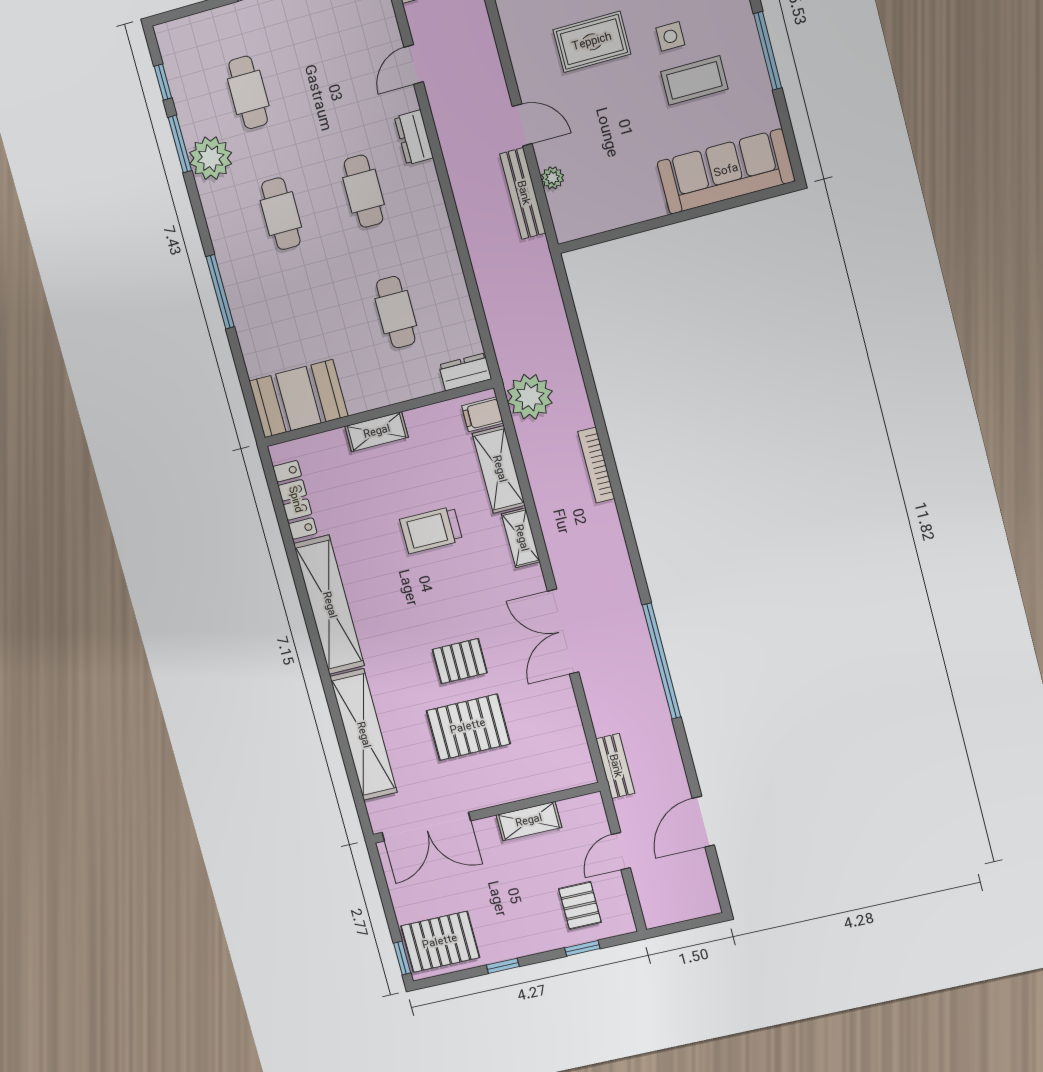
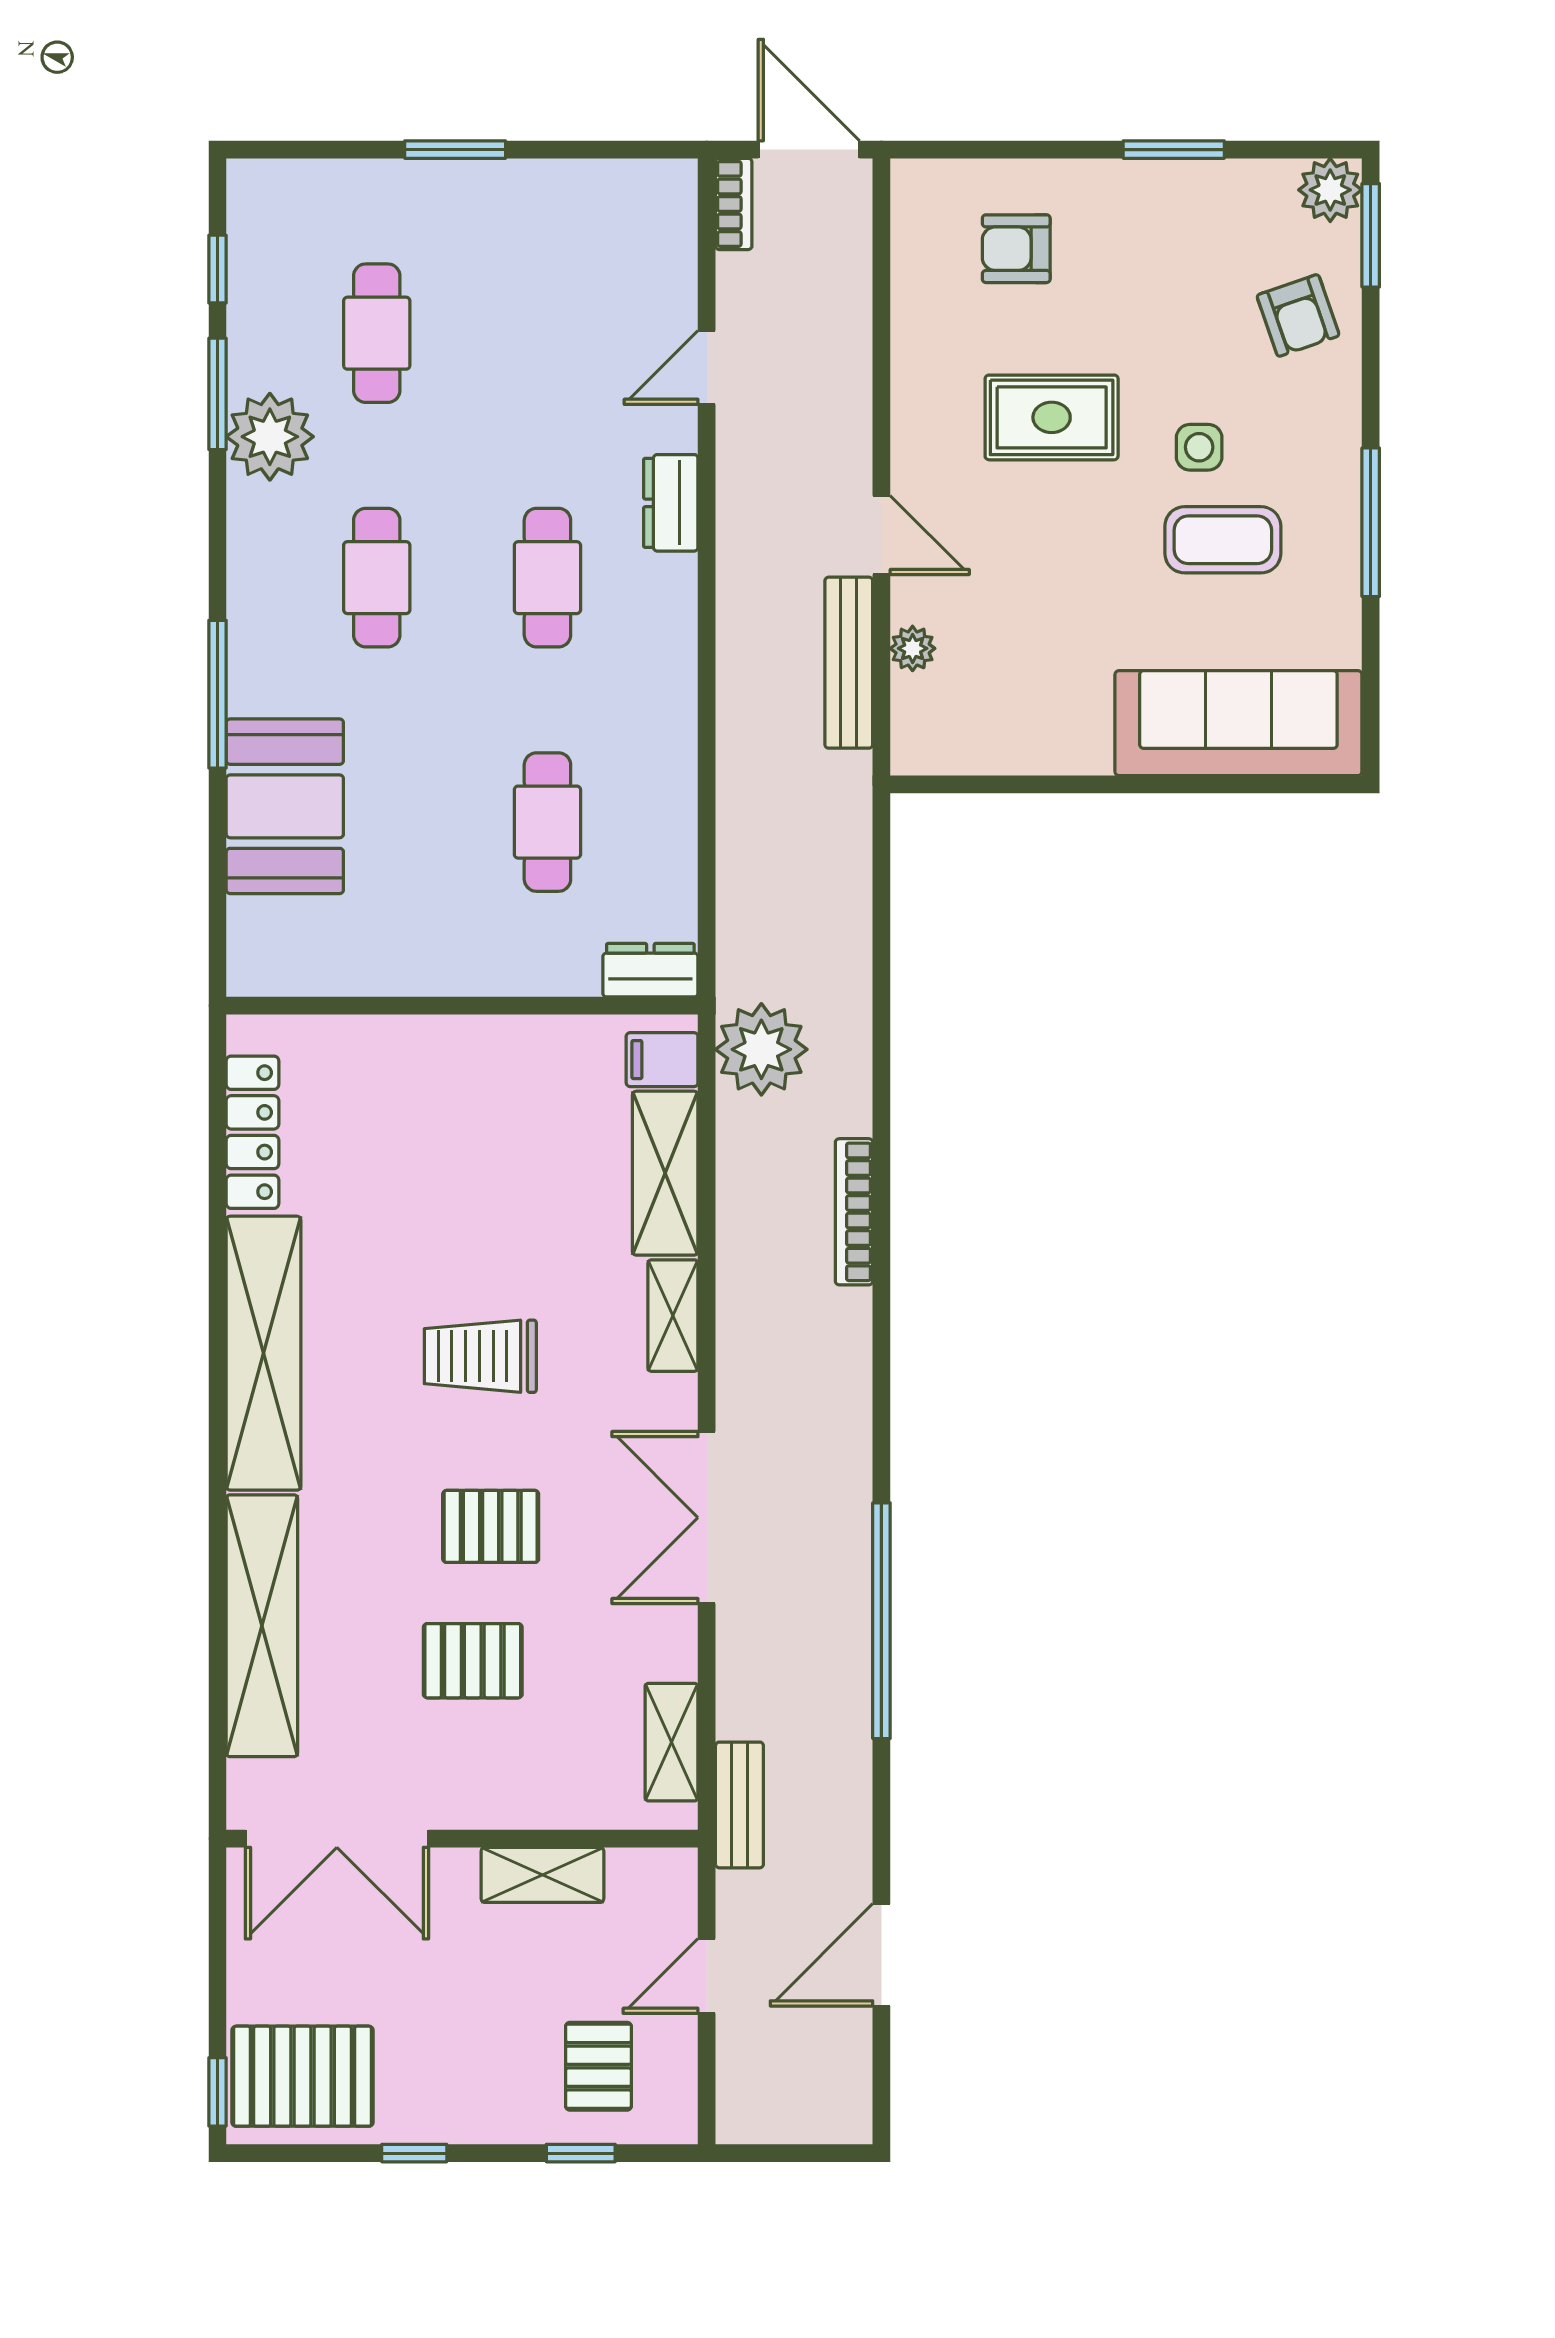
booth: (298, 399) -> (285, 806), moved, turned 90
shelving: (377, 432) -> (672, 1742), moved, turned 90
trolley: (431, 530) -> (480, 1356), moved
pallet: (468, 727) -> (473, 1661), width x0.67, depth x0.71

